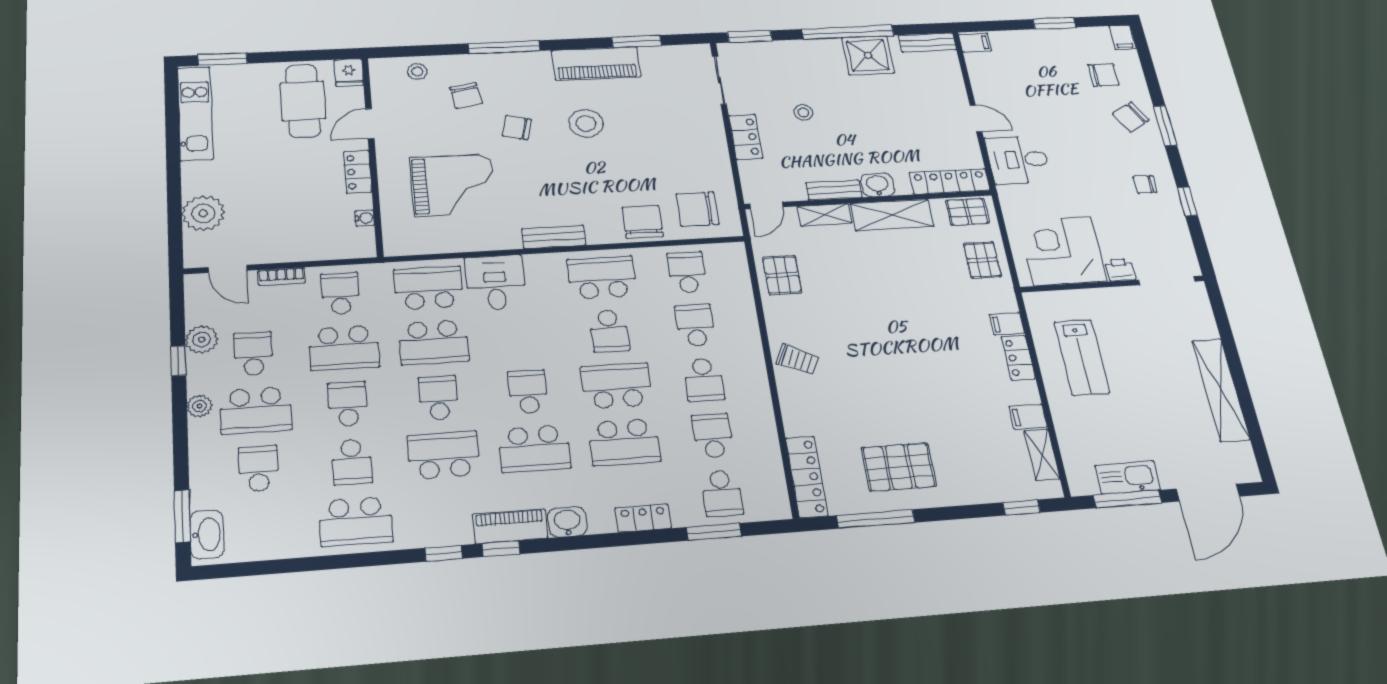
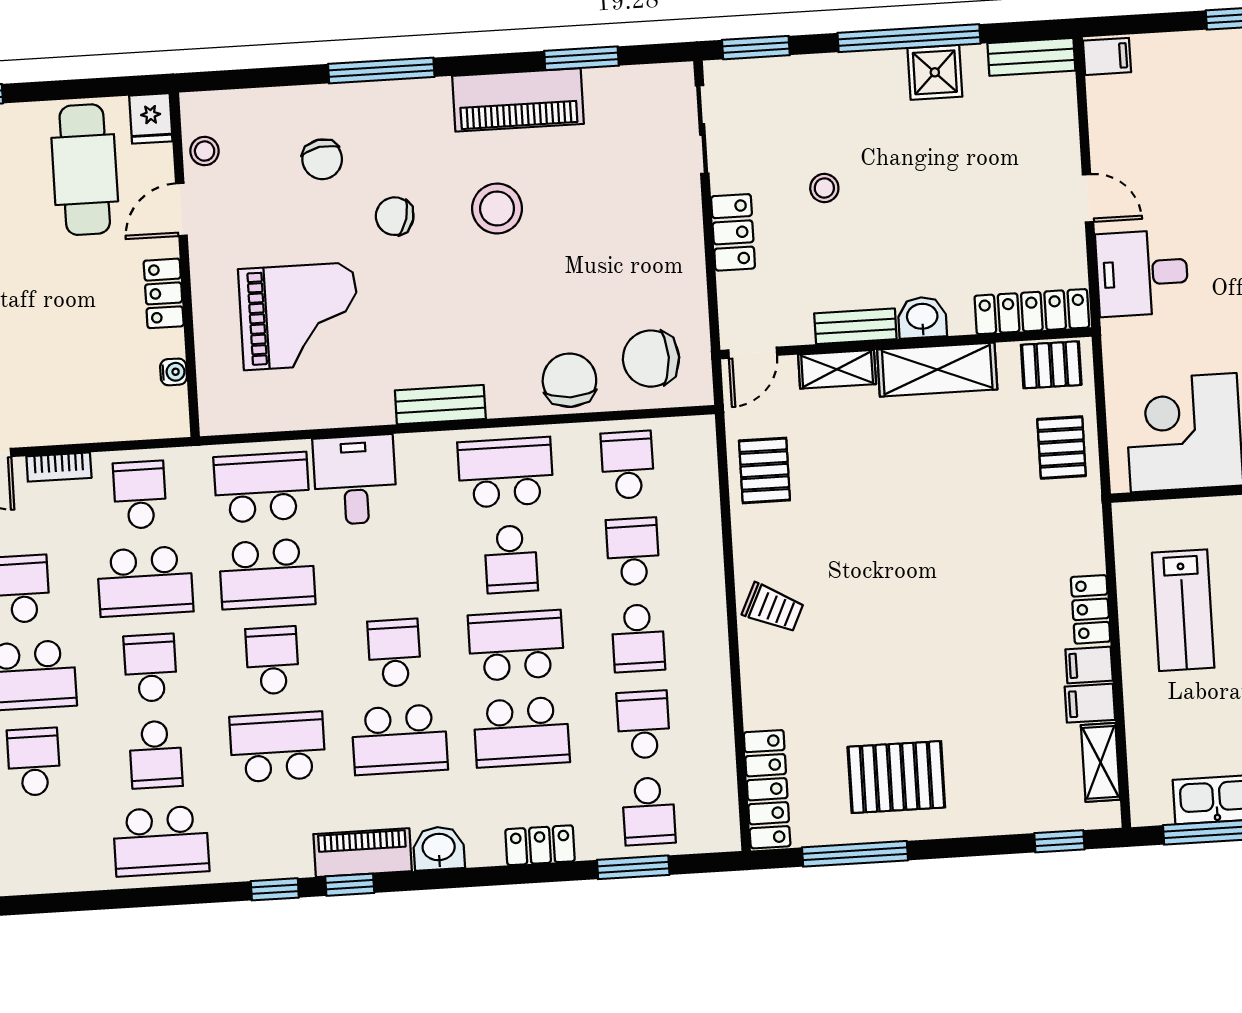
shower: (868, 55) -> (935, 72), width x0.73, depth x0.73
stool: (417, 72) -> (205, 151), moved
filing cabinet: (1007, 324) -> (1089, 665), moved

